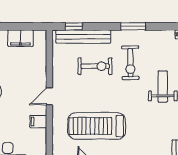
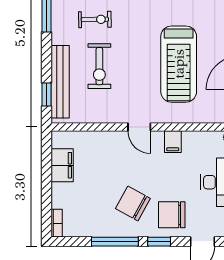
exercise bike: (130, 63) -> (95, 19), width x0.73, depth x0.72
exercise bike: (95, 66) -> (99, 66), turned 180

